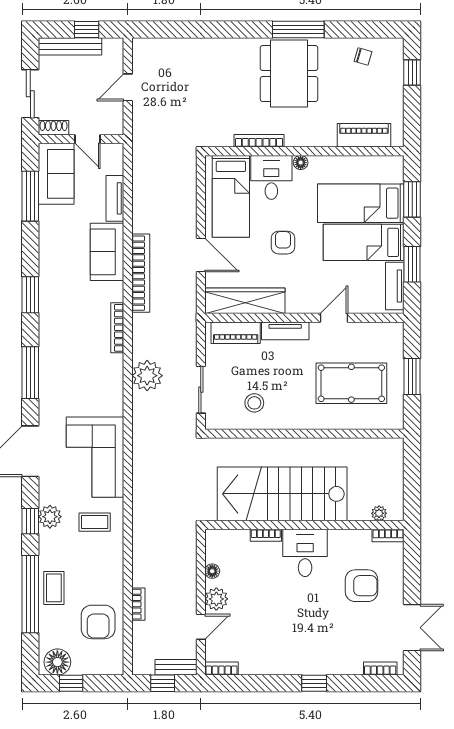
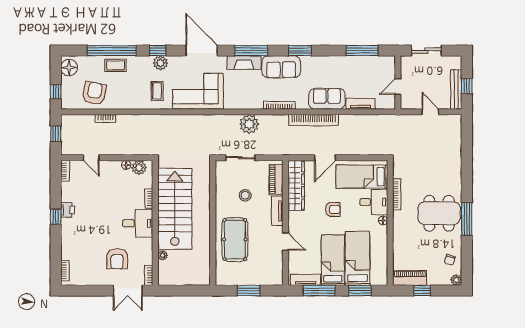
bench: (70, 46) -> (456, 89), moved
plant: (395, 46) -> (456, 280), added
window: (412, 72) -> (422, 291), moved
shoe rack: (53, 128) -> (405, 65), removed
piano: (364, 135) -> (410, 278), moved, turned -90
sofa: (56, 174) -> (281, 67), moved
window: (412, 264) -> (319, 291), width x1.44
pool table: (351, 383) -> (235, 240), moved
fireplace: (49, 384) -> (244, 63), added
stool: (254, 403) -> (245, 195), moved
plant: (379, 513) -> (163, 255), moved
plant: (216, 599) -> (139, 168), moved
armchair: (98, 622) -> (94, 93), turned 101
double door: (412, 628) -> (128, 291), moved
printer: (284, 664) -> (68, 210), added
bench: (176, 667) -> (66, 142), removed
window: (71, 683) -> (56, 92), moved
window: (314, 683) -> (56, 217), moved

